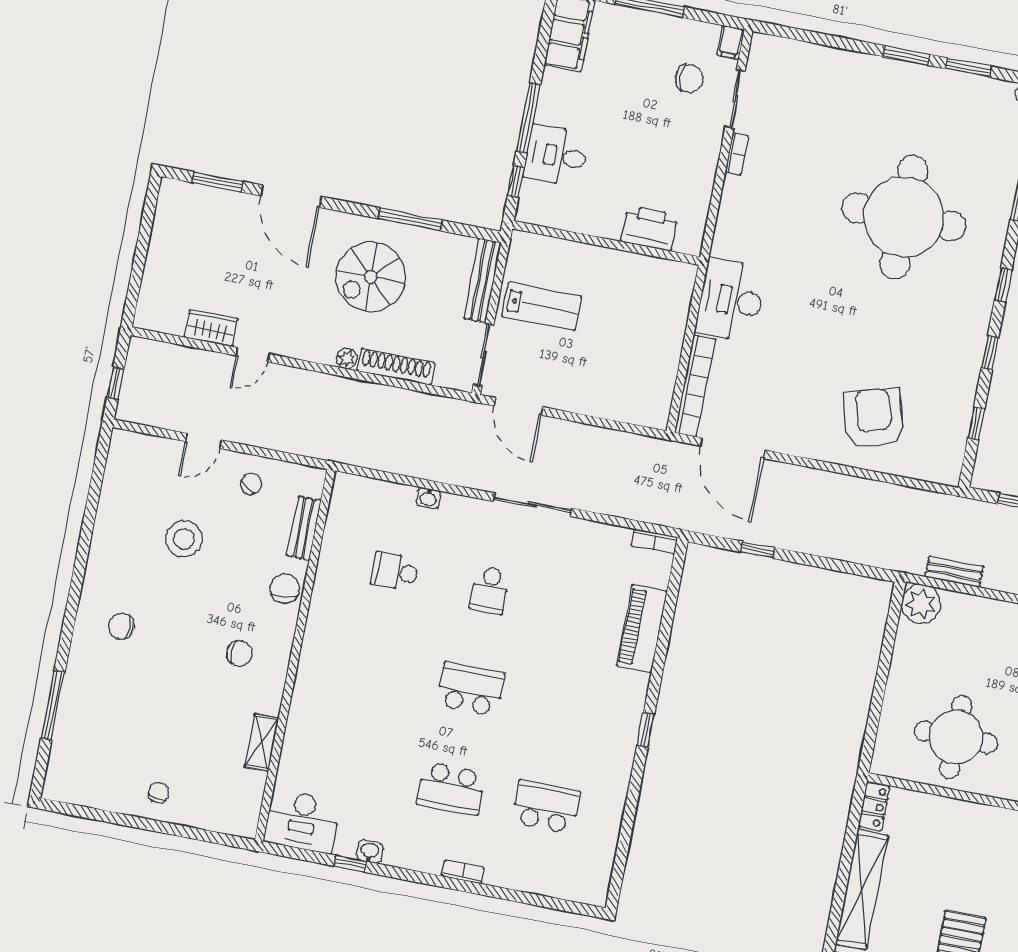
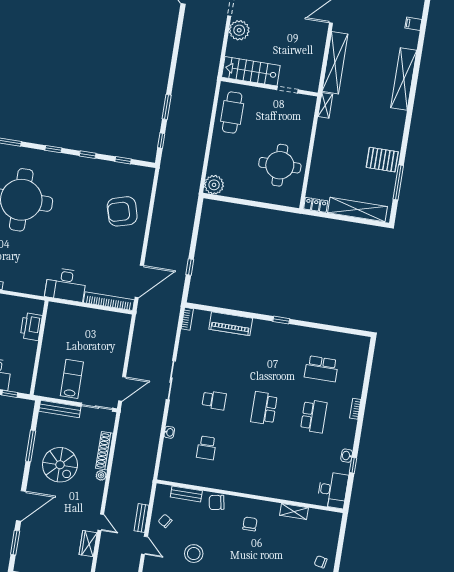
bench: (954, 572) -> (141, 518), moved
school desk: (546, 807) -> (321, 369), turned -90

